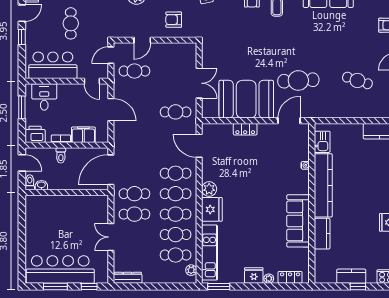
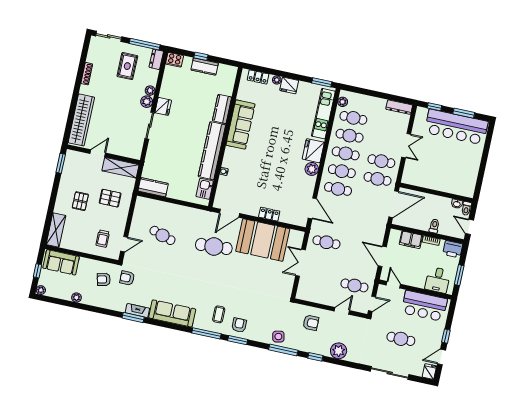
cafe table: (71, 23) -> (401, 339), turned 90

